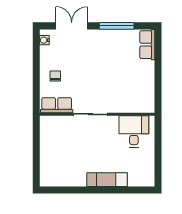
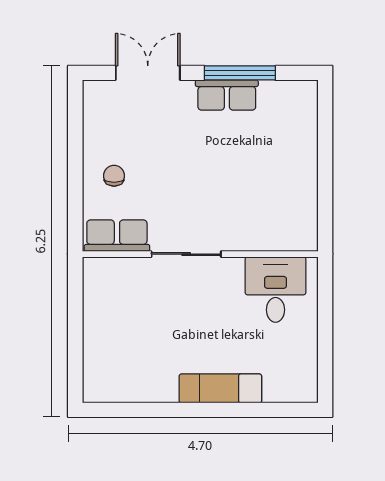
water cooler: (44, 40) -> (92, 102), removed
row of seats: (147, 45) -> (227, 95), moved, turned -90

